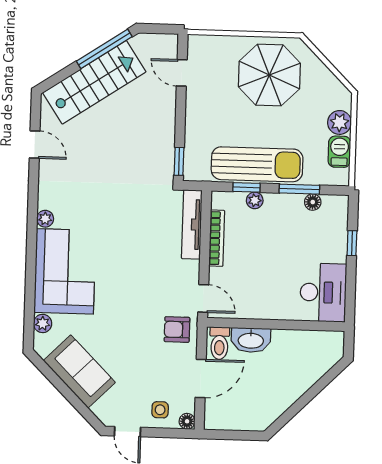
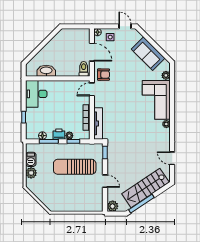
plant: (166, 45) -> (113, 206), added
door: (182, 73) -> (105, 181), moved
parasol: (269, 75) -> (64, 194), removed
sun lounger: (257, 164) -> (75, 167), moved
printer: (277, 204) -> (59, 134), added
door: (203, 298) -> (92, 89), hinge flipped
washbasin: (251, 340) -> (46, 71), moved
door: (201, 378) -> (92, 52), swing flipped

